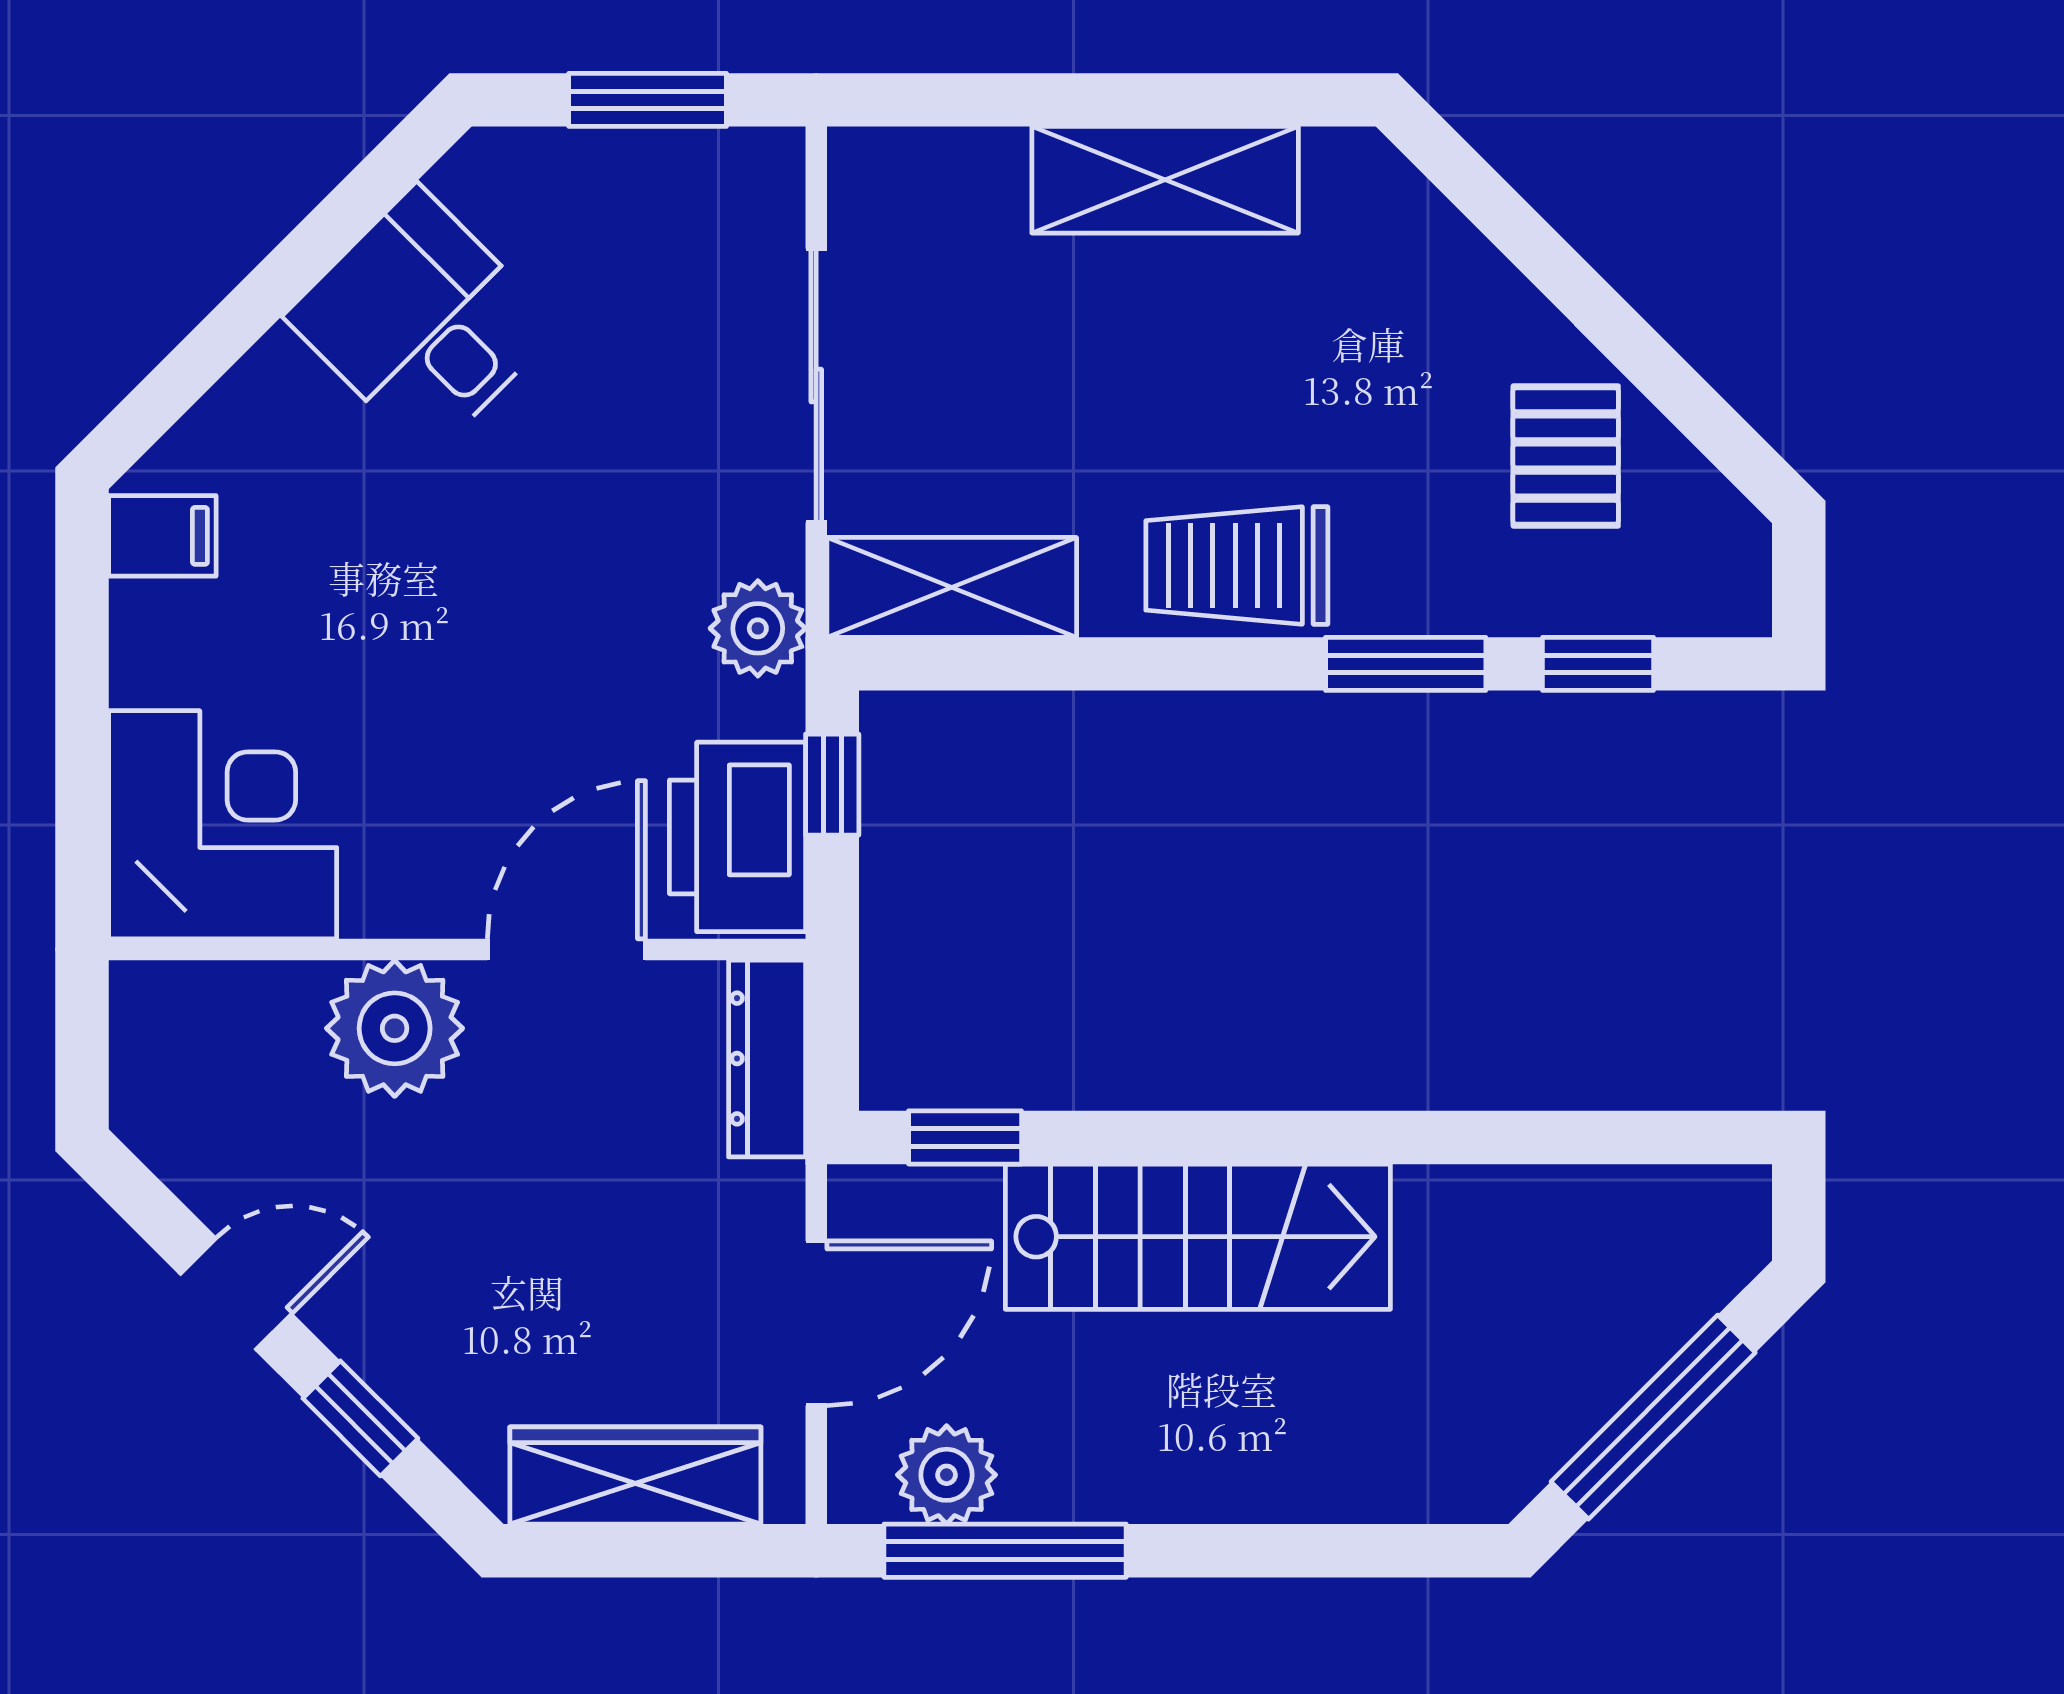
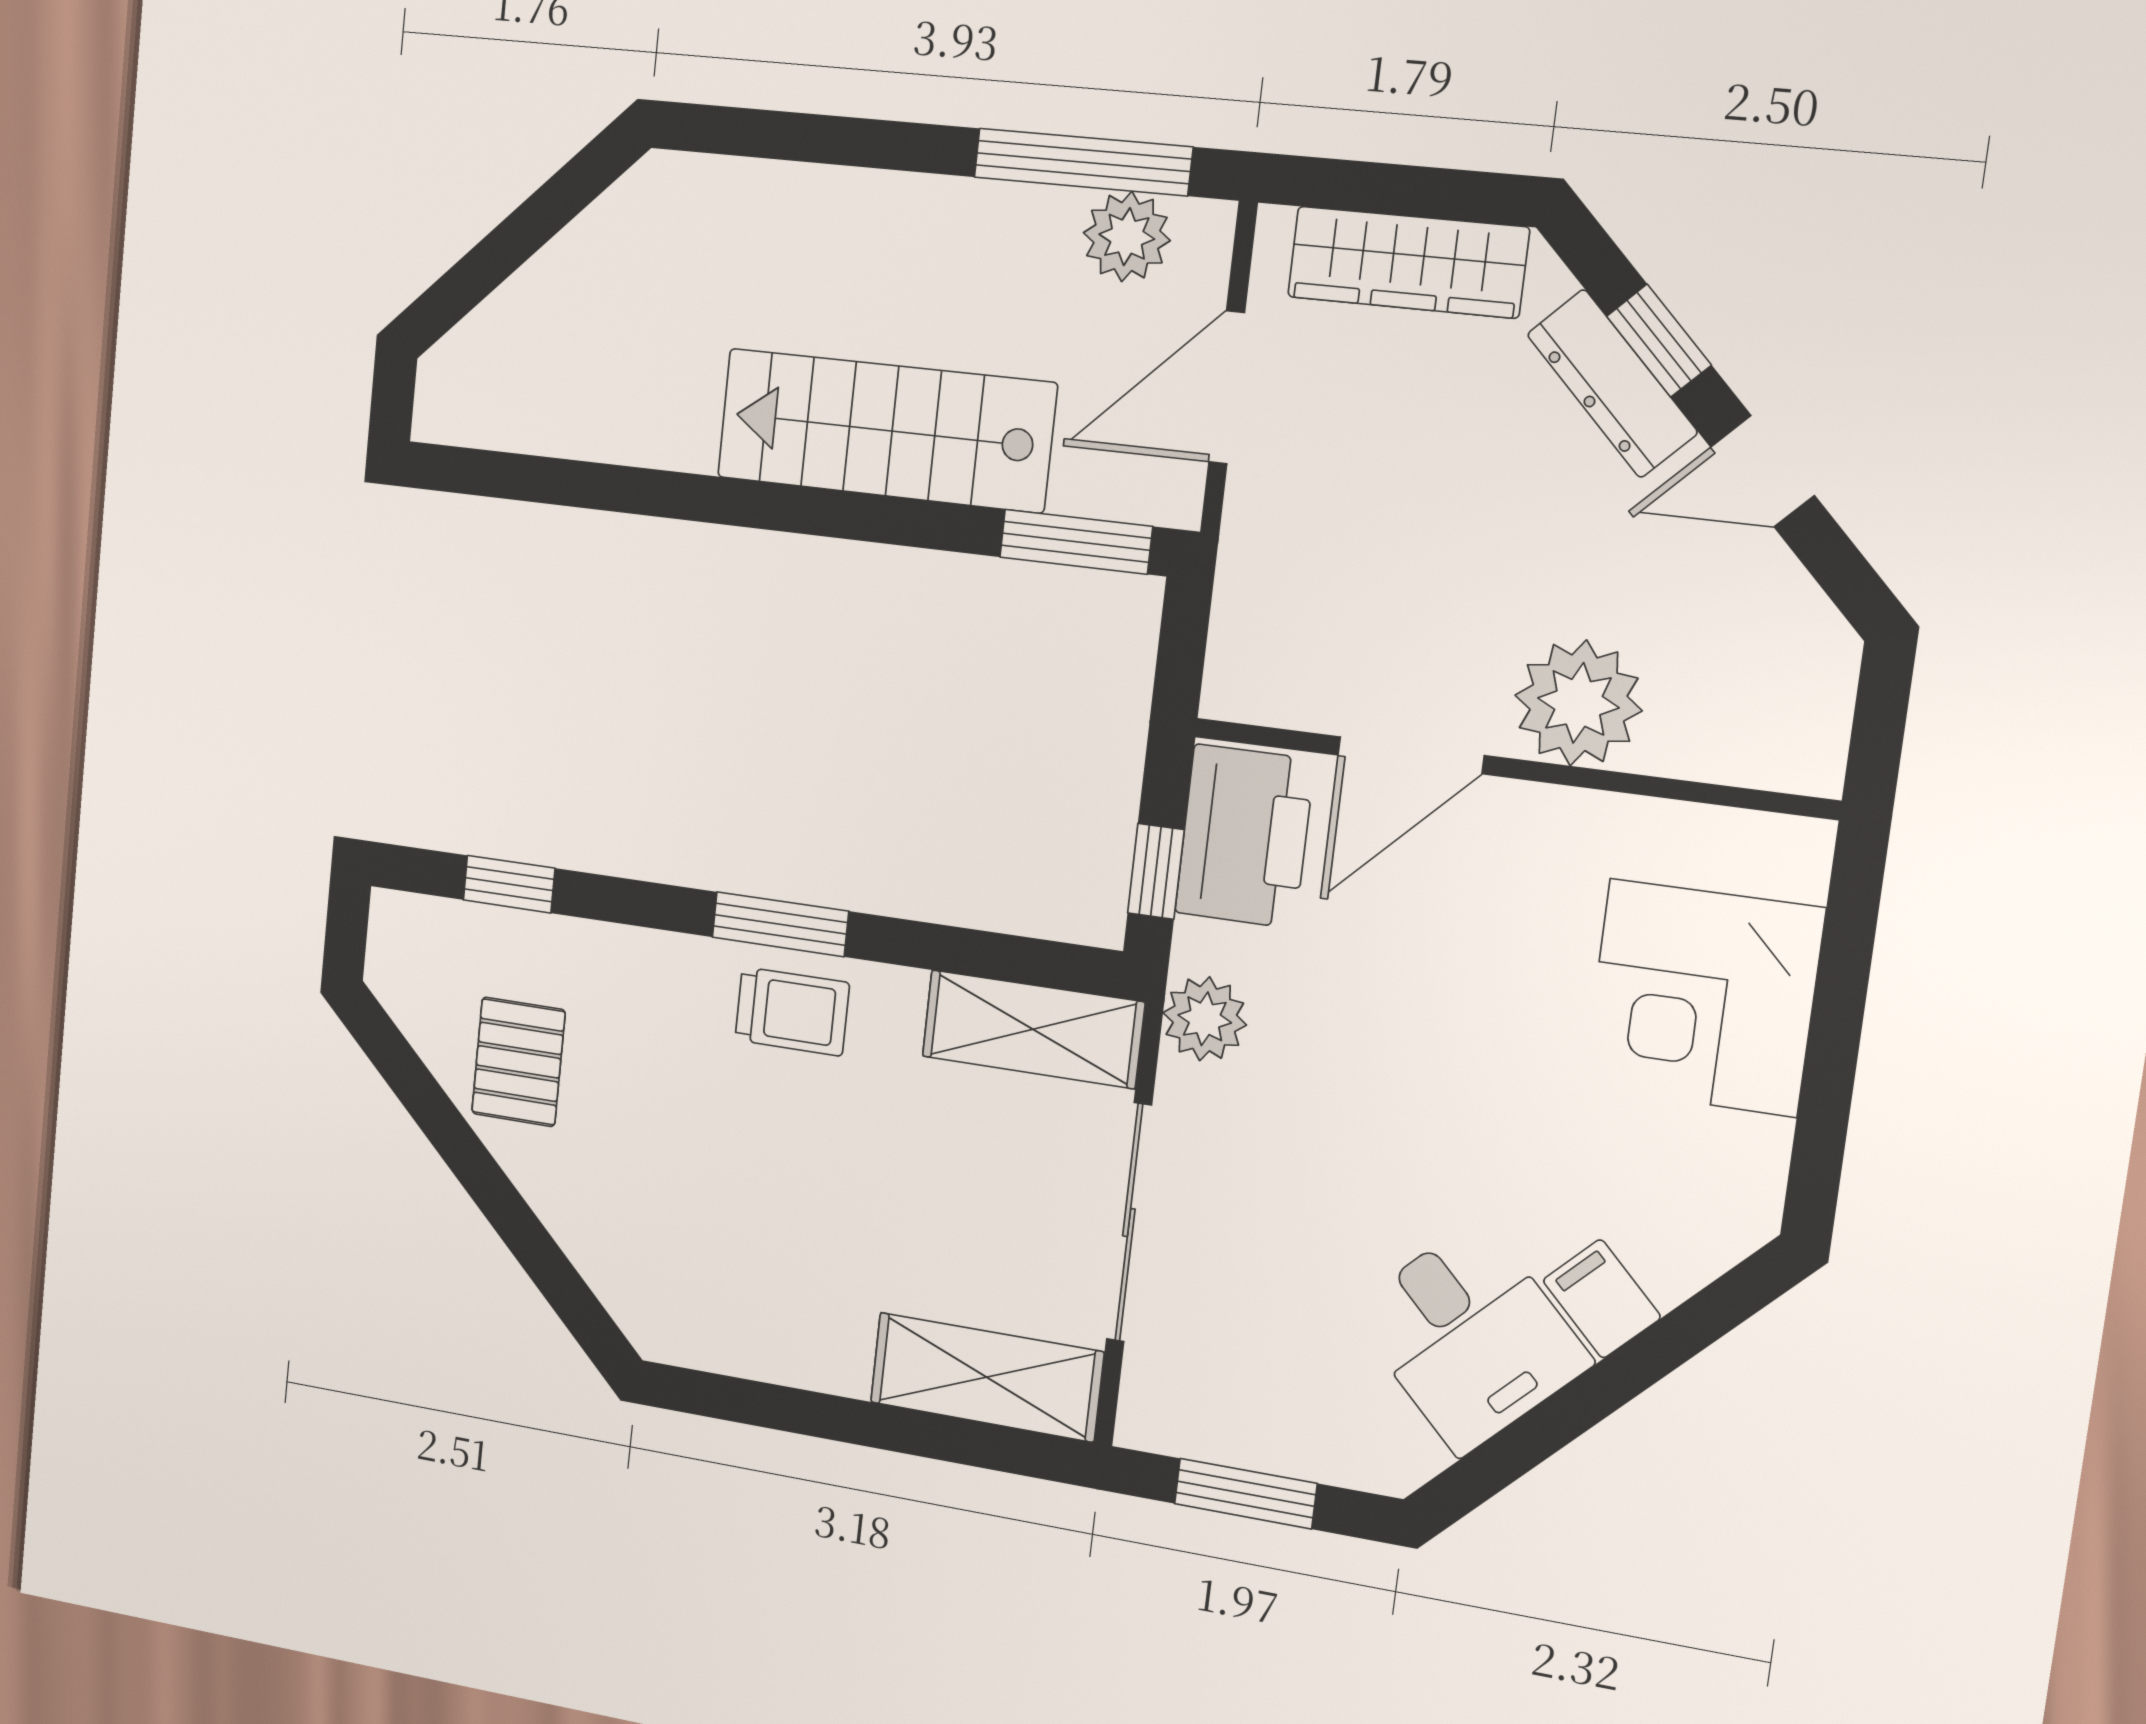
shelving: (1165, 180) -> (987, 1377), moved
filing cabinet: (162, 536) -> (1602, 1299), moved, turned 45
trolley: (1237, 565) -> (792, 1011), width x0.73, depth x0.72
window: (1406, 664) -> (780, 924), moved
corner desk: (223, 825) -> (1703, 998), moved
dresser: (767, 1059) -> (1612, 383), moved, turned 135
window: (965, 1137) -> (1076, 542), width x1.50
window: (1653, 1417) -> (525, 232), removed

